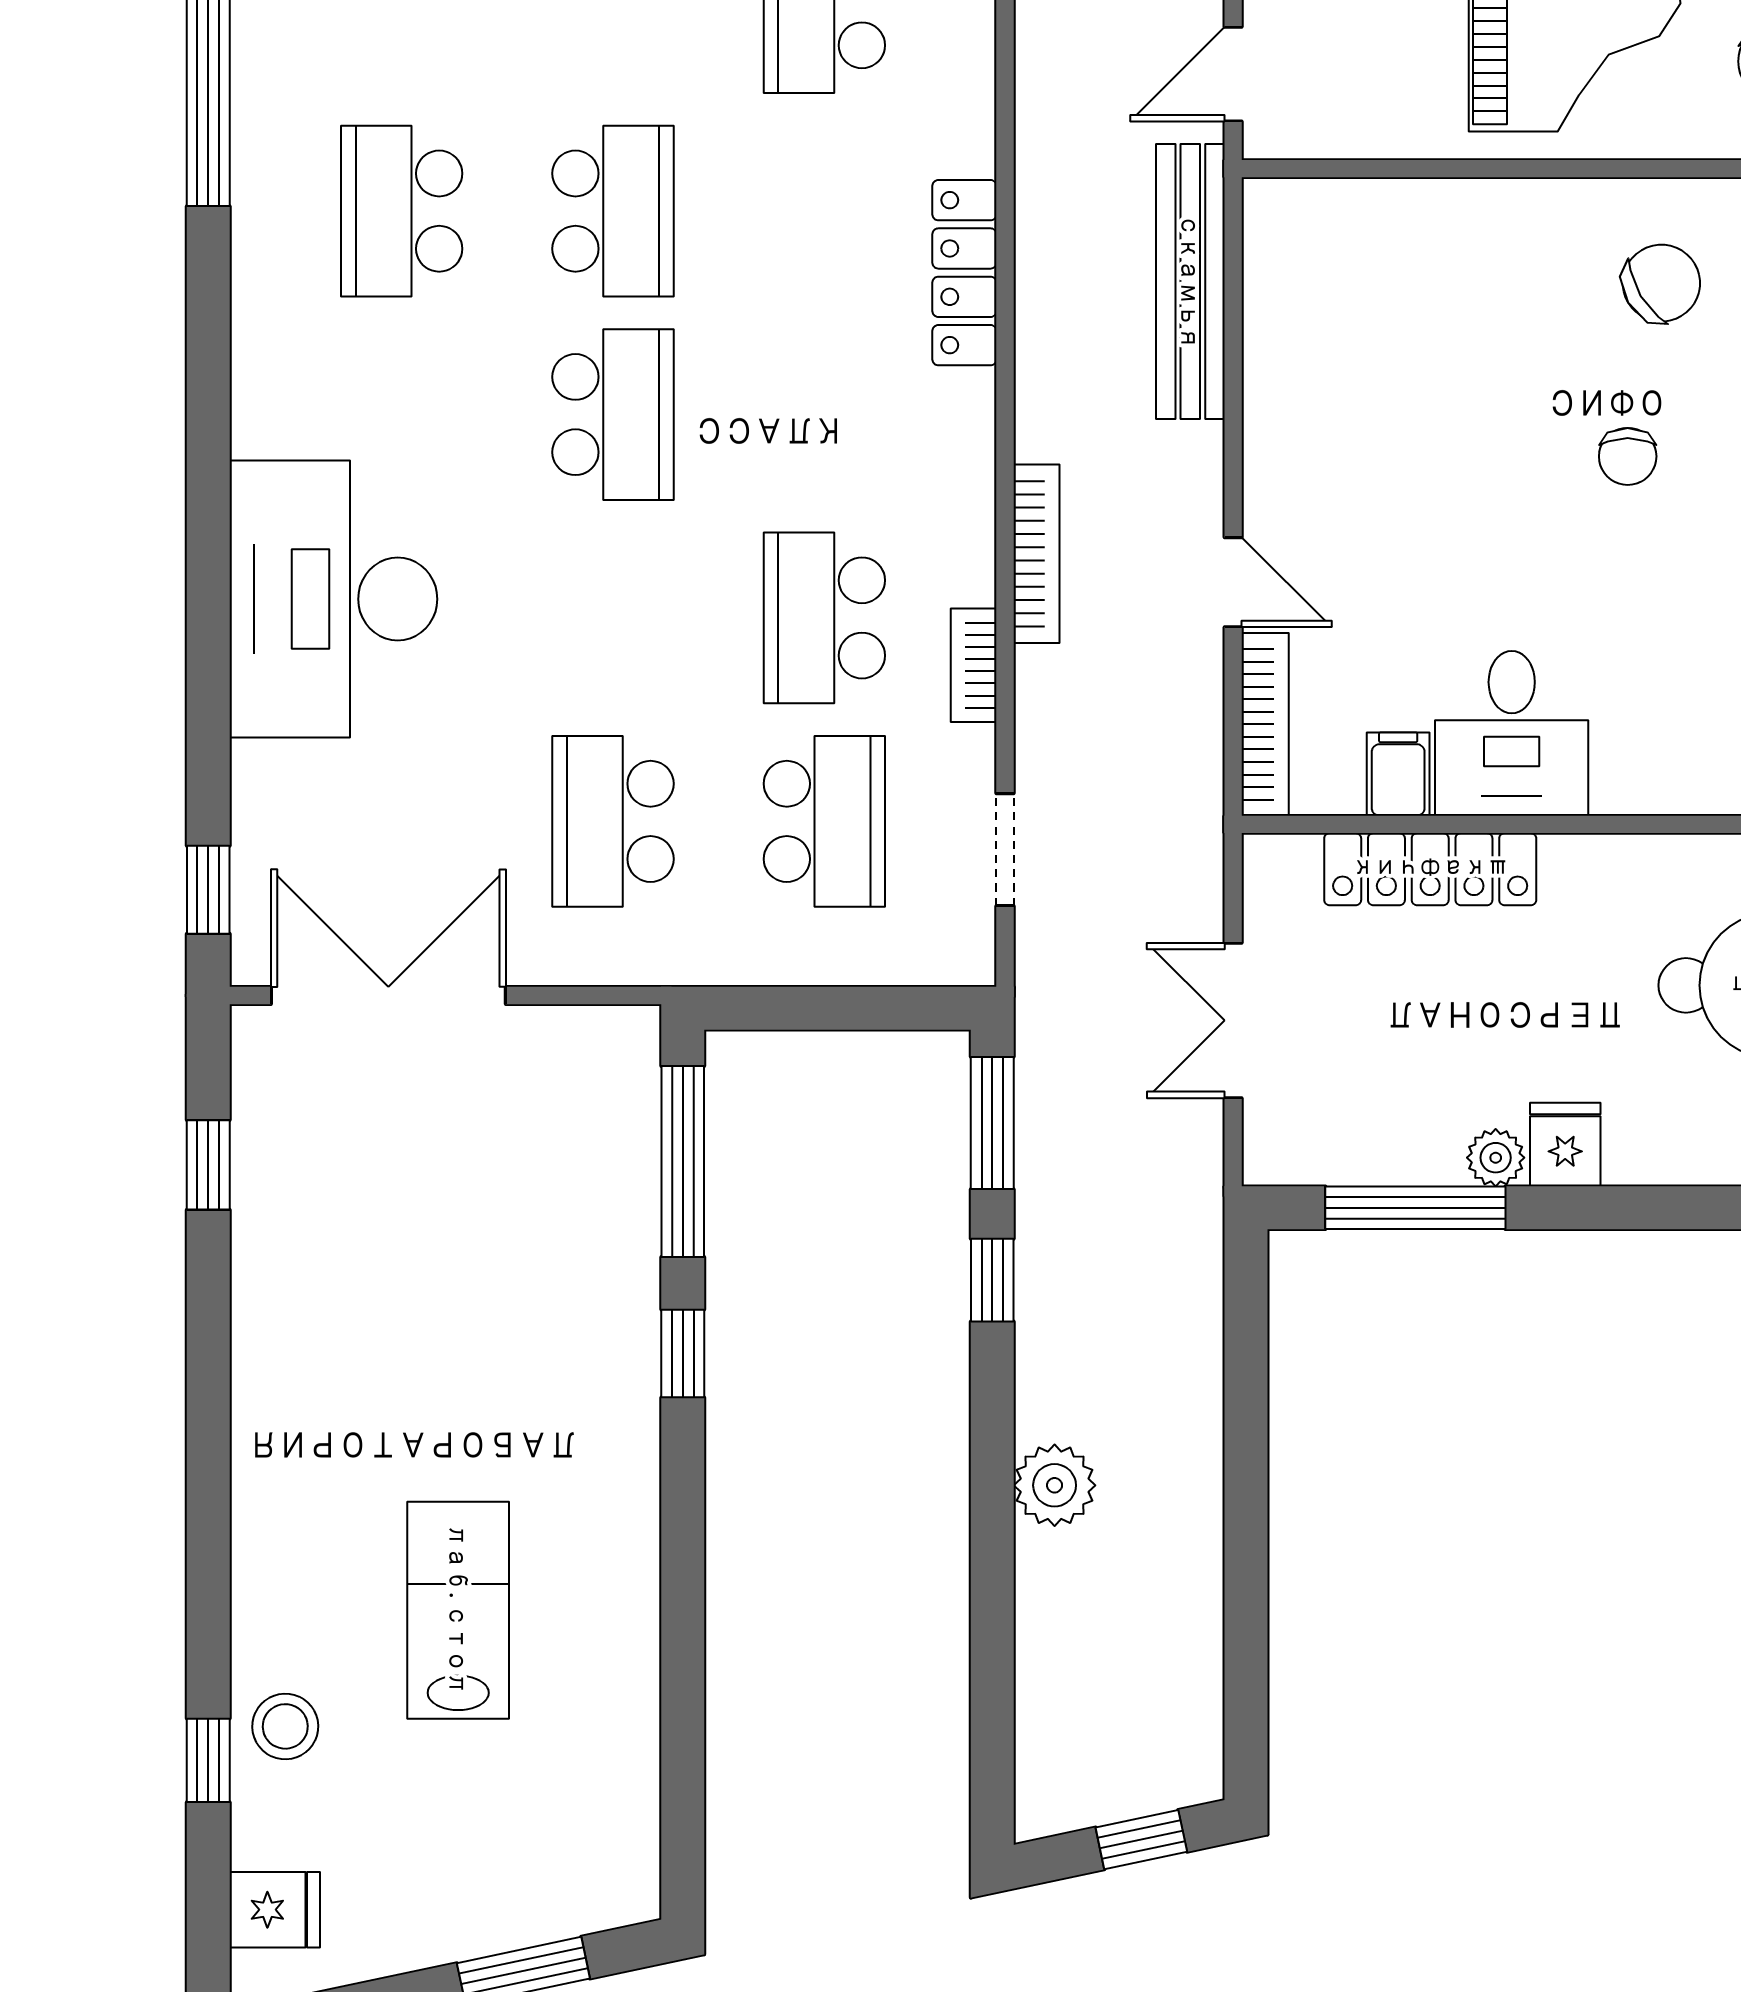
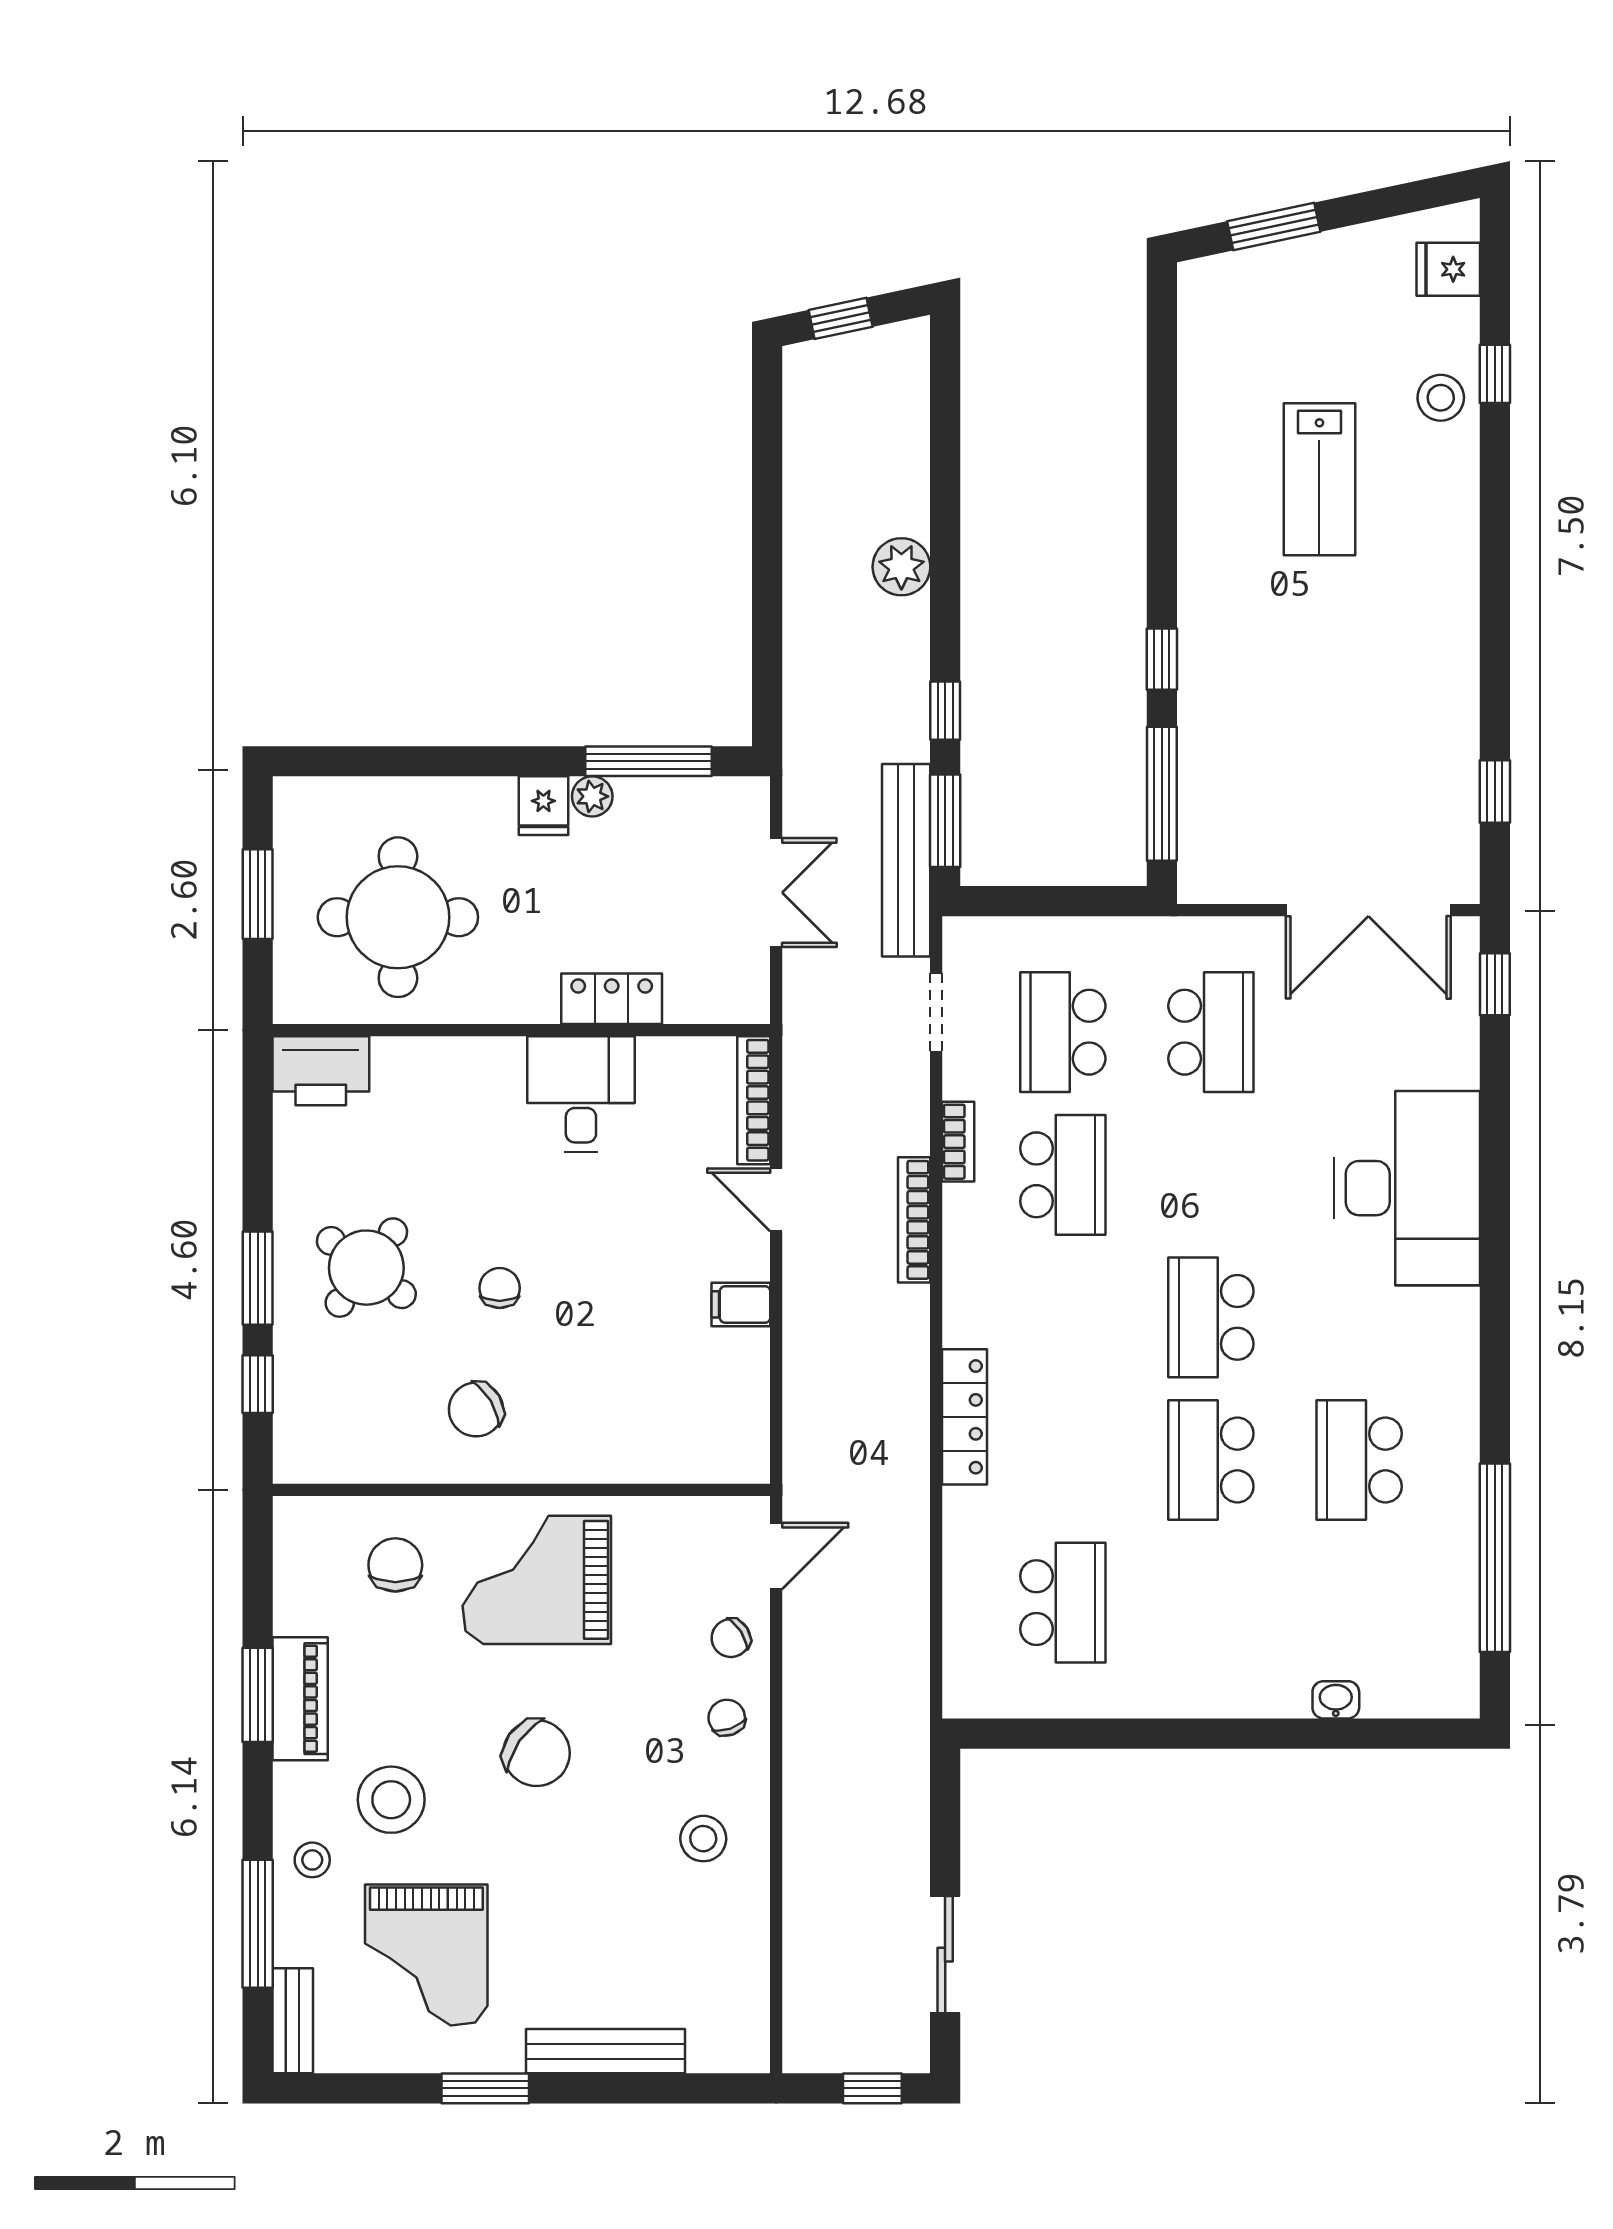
school desk: (402, 211) -> (1359, 1460), turned 180
bench: (1190, 282) -> (906, 860), moved
filing cabinet: (1398, 774) -> (741, 1304), moved, turned 90
locker: (1430, 869) -> (612, 999), width x0.66

